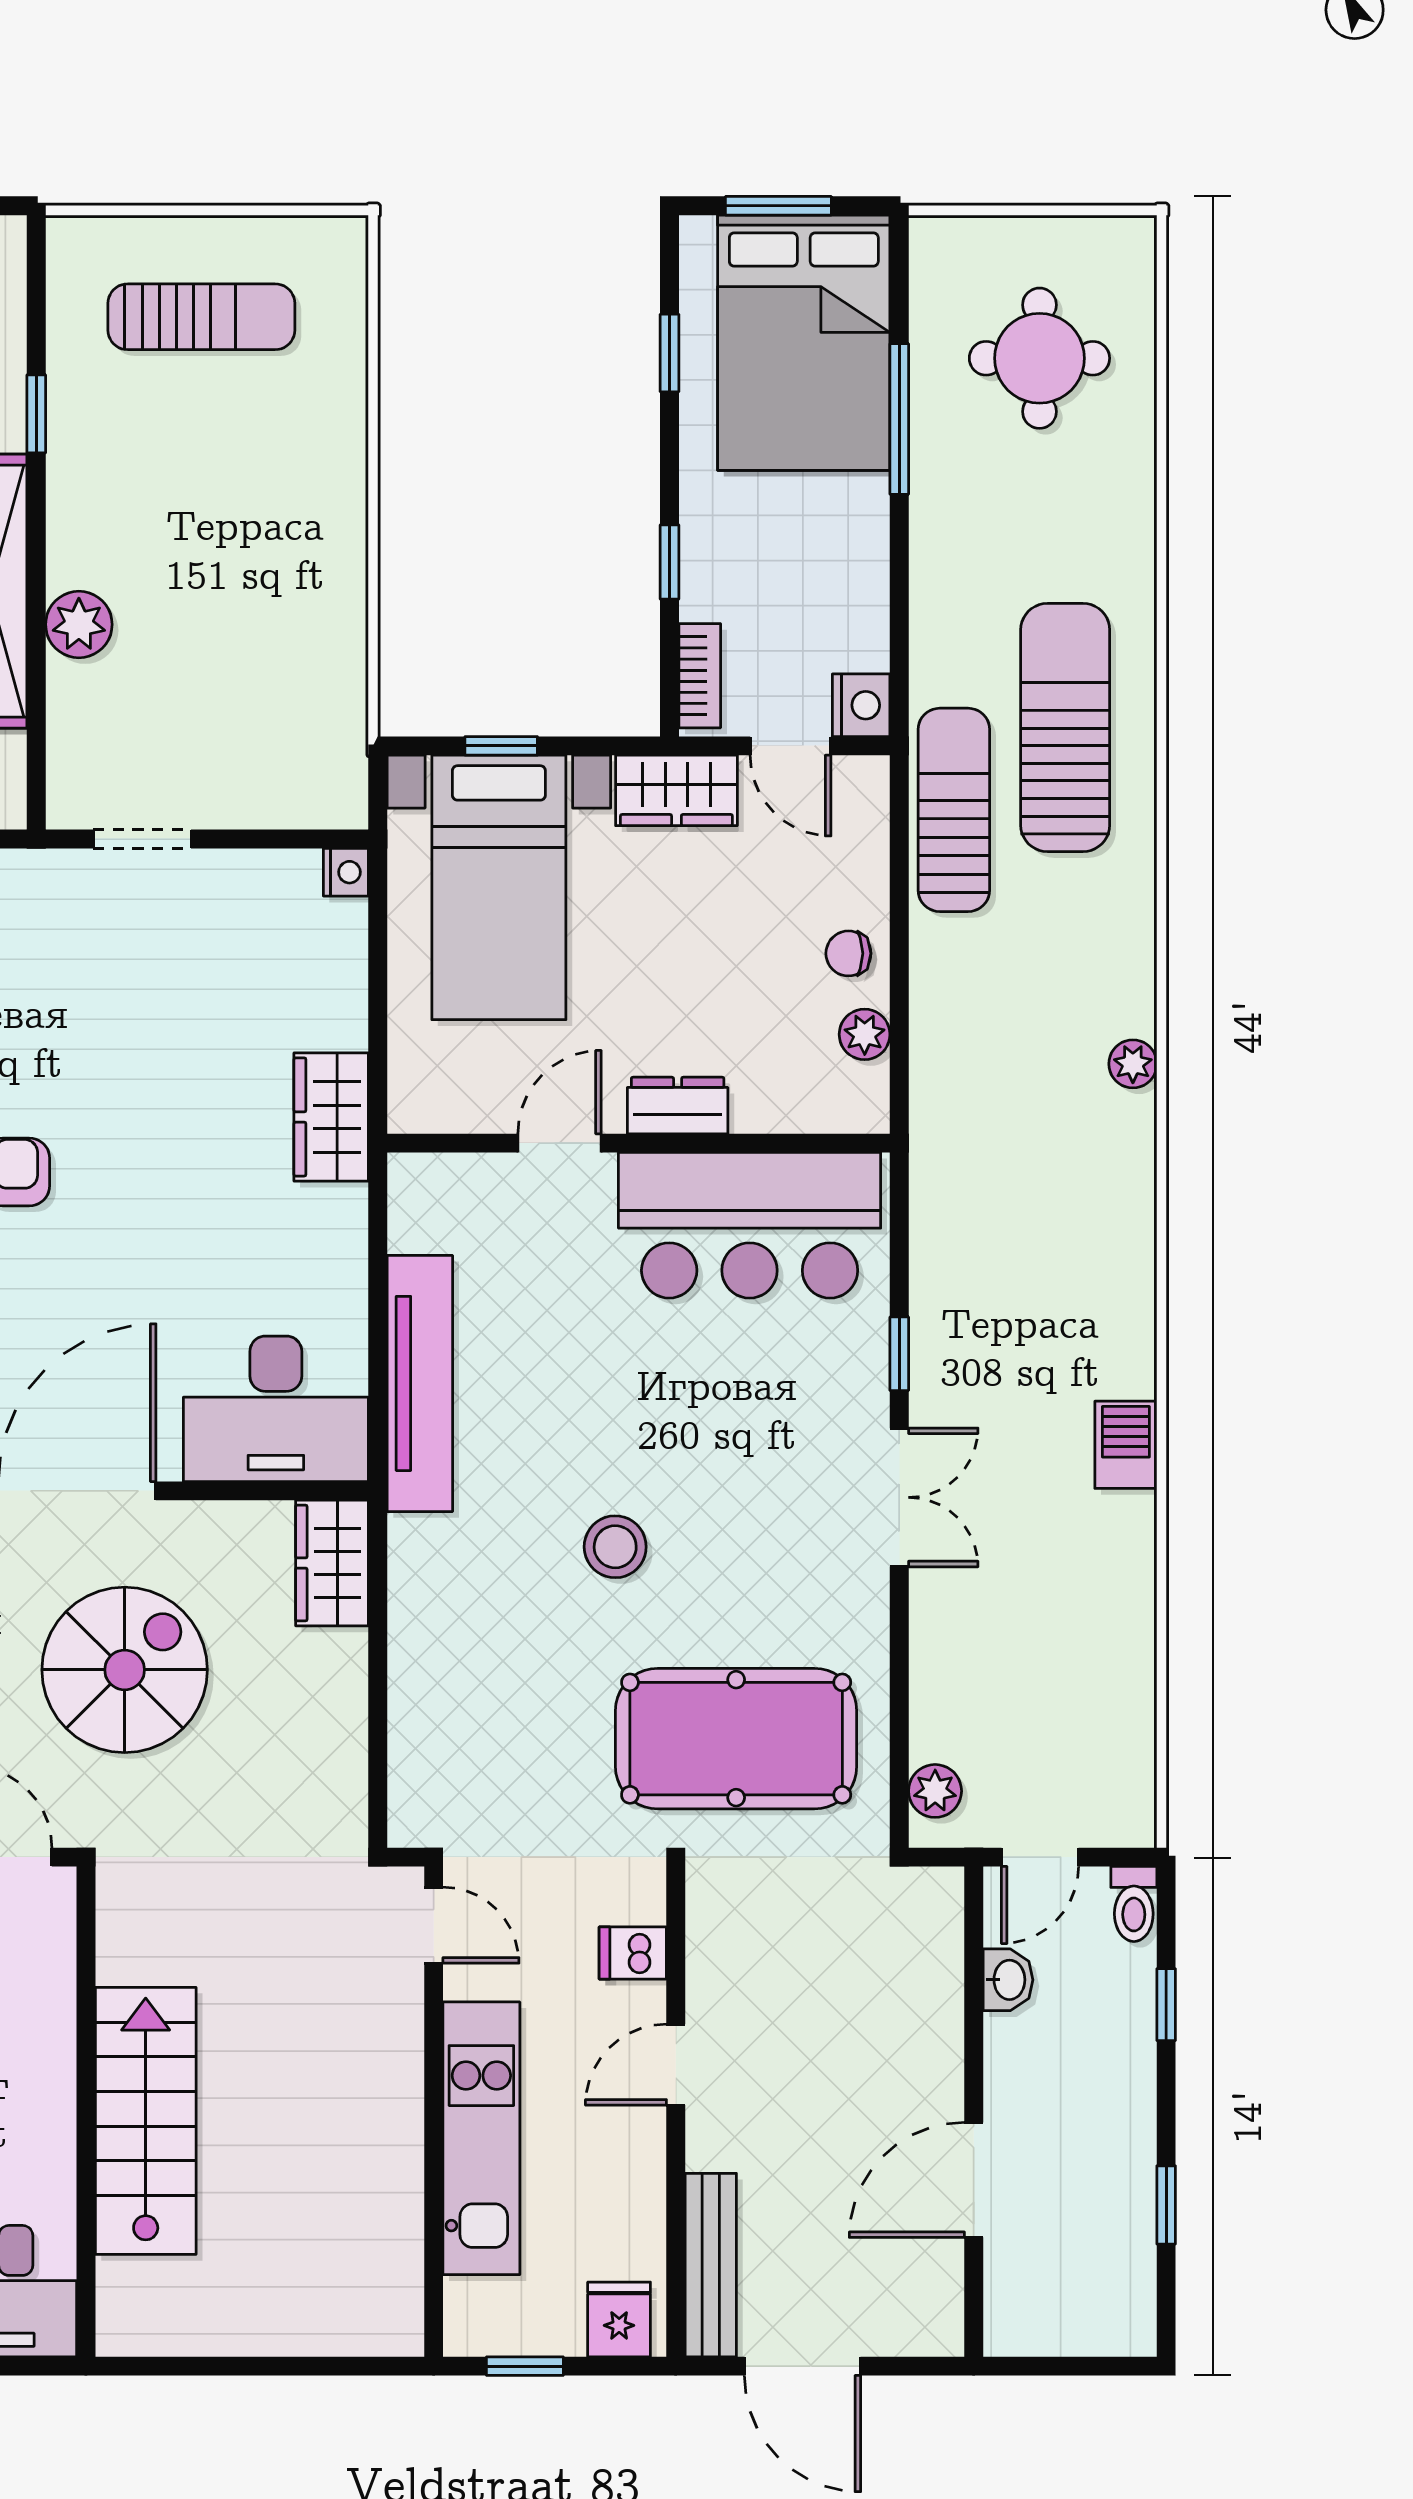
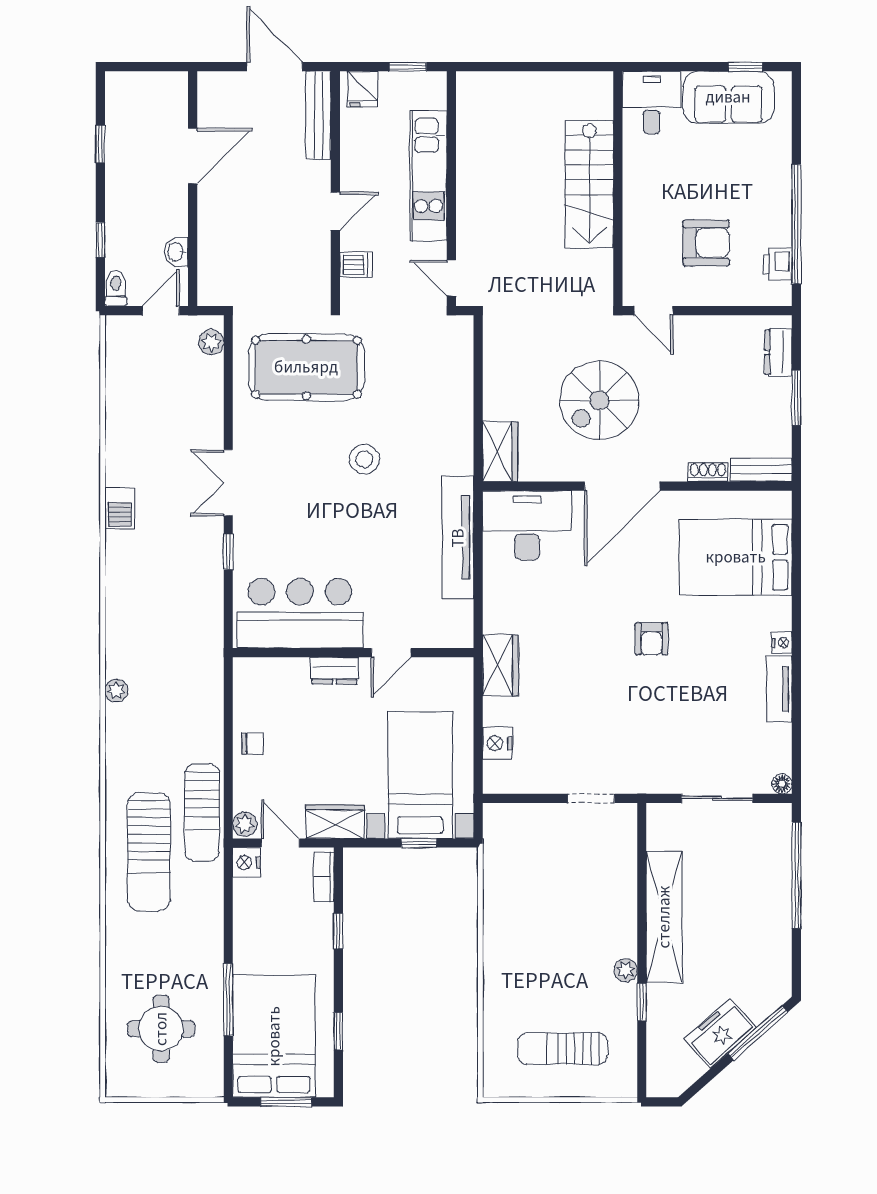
plant: (79, 624) -> (626, 970), moved, width x0.73, depth x0.73
nightstand: (346, 872) -> (497, 743), moved, width x1.39, depth x1.35
plant: (865, 1034) -> (245, 824), moved

